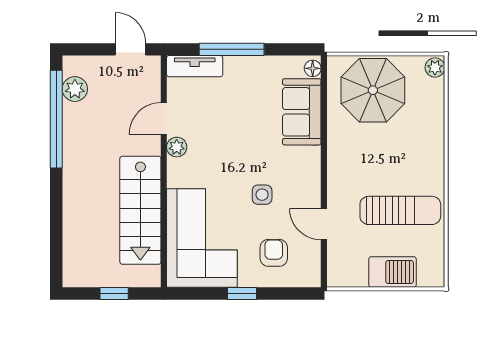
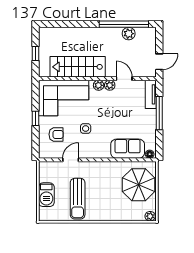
plant: (75, 89) -> (129, 34), moved
plant: (177, 169) -> (99, 85), added

